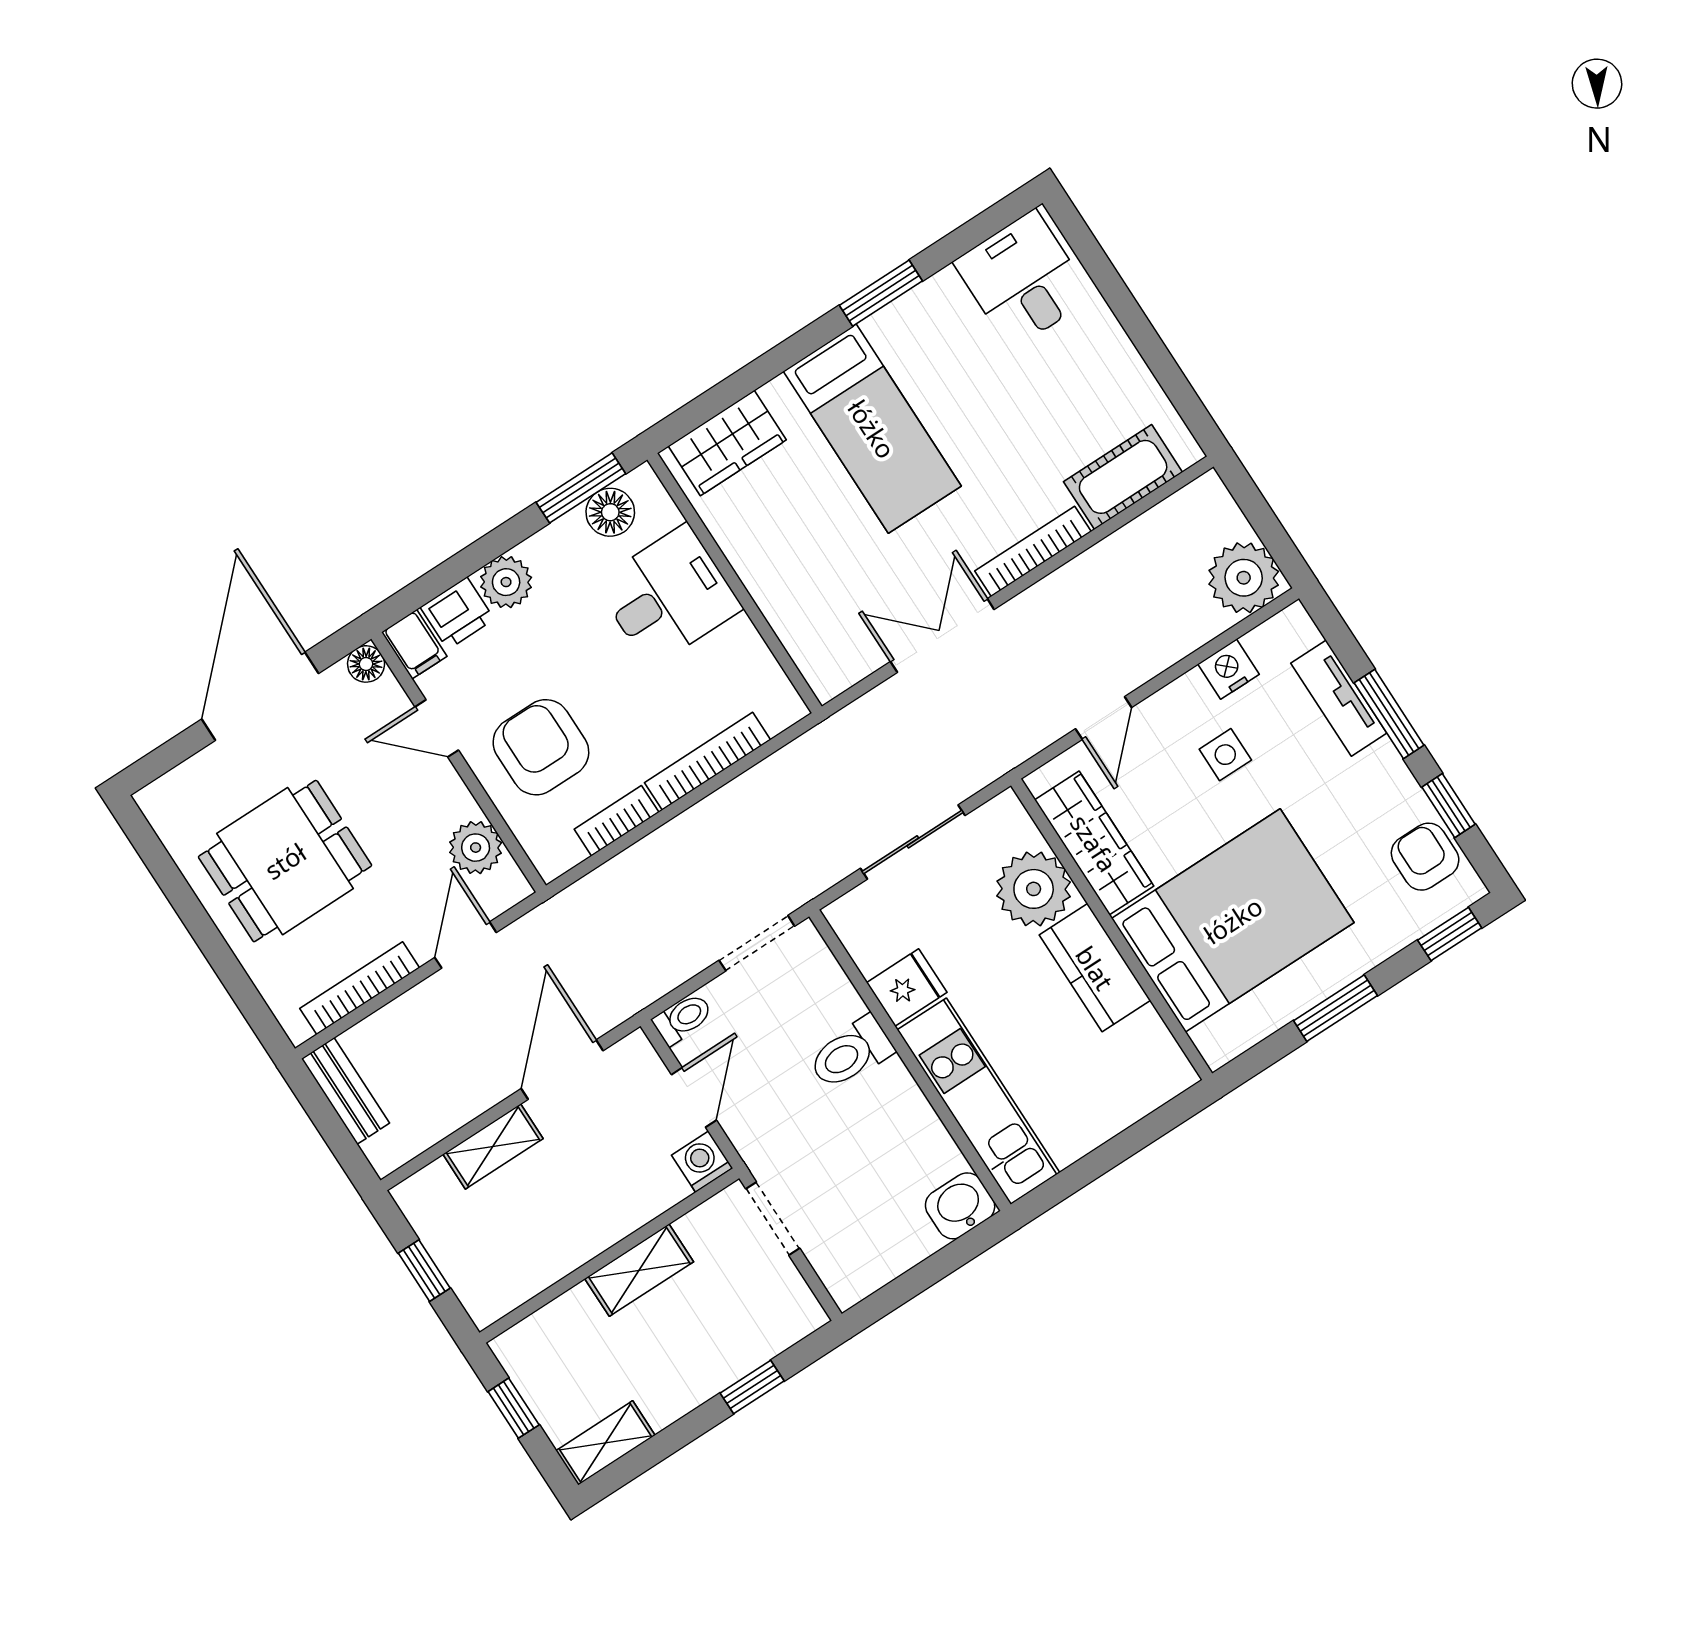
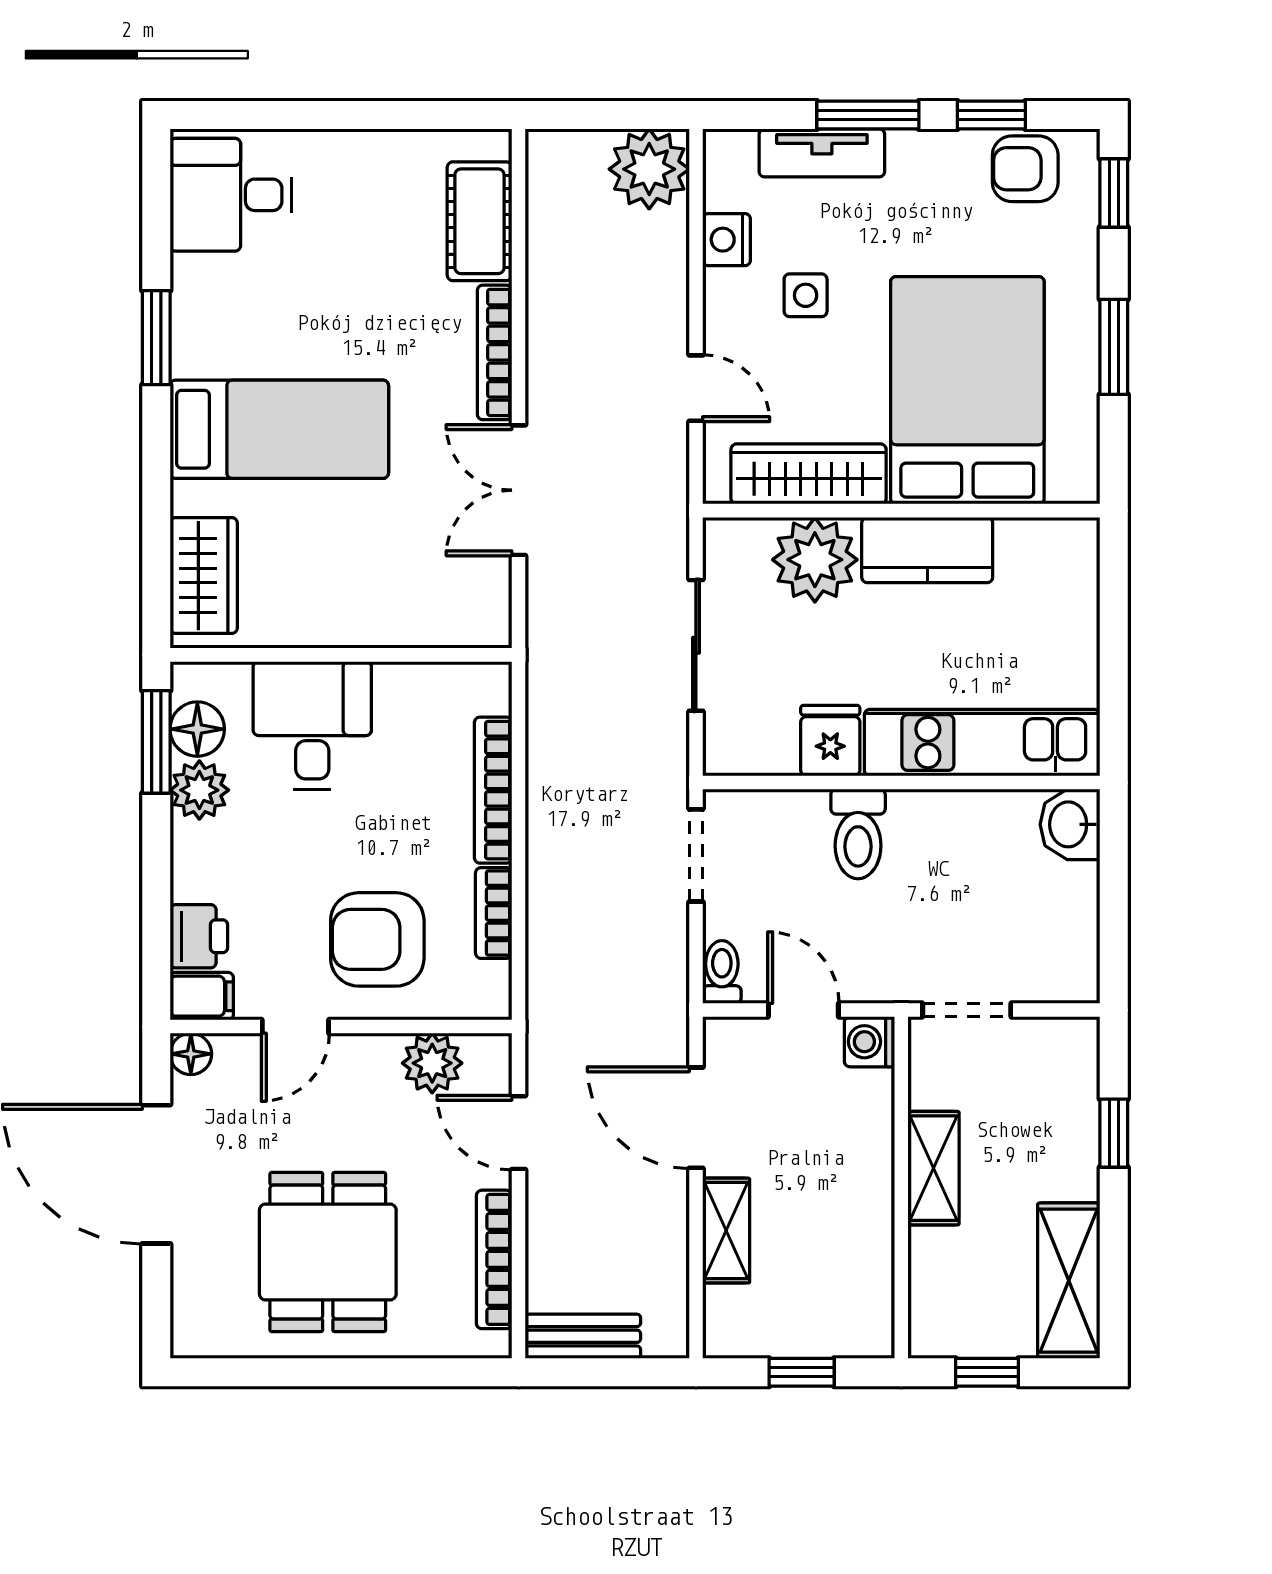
plant: (506, 582) -> (199, 790), moved
shelving: (605, 1443) -> (1069, 1281), width x1.50, depth x1.33

